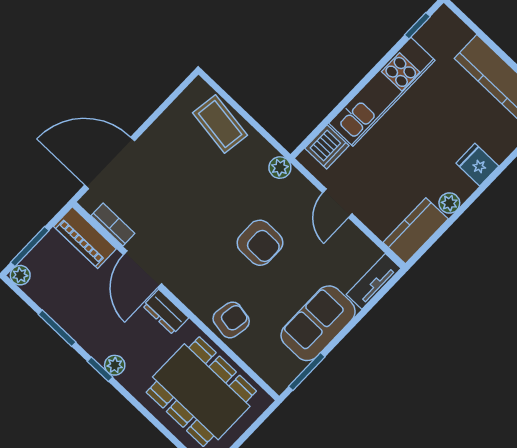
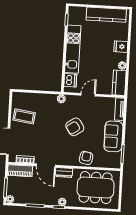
coffee table: (220, 124) -> (24, 116), moved
door: (337, 203) -> (88, 95), swing flipped
armchair: (260, 243) -> (75, 127), turned 146

